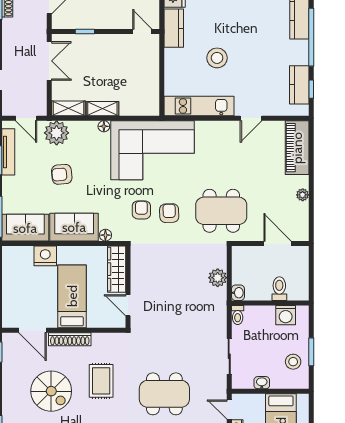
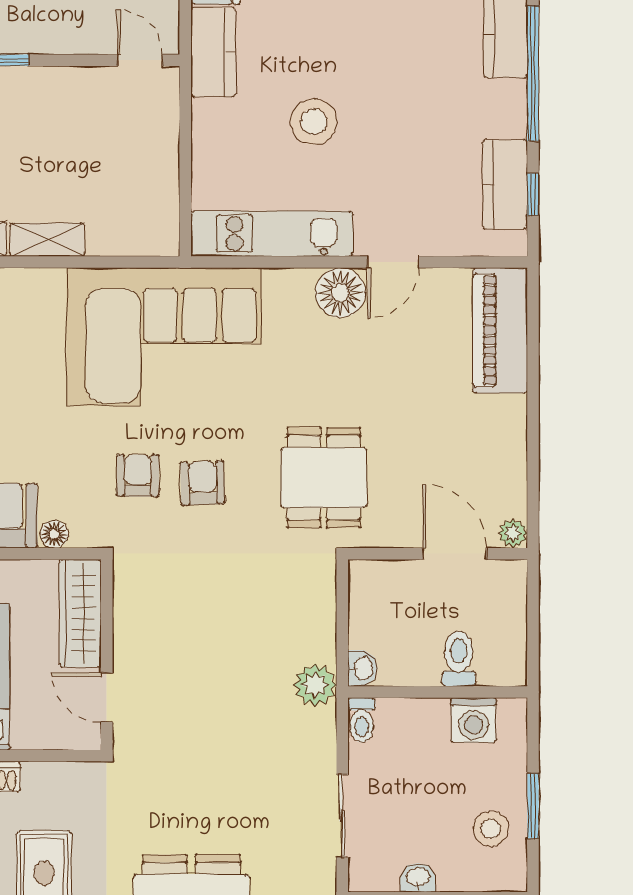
floor lamp: (104, 126) -> (340, 293), moved, width x1.89, depth x1.89
plant: (303, 195) -> (513, 533), moved
dining table: (221, 211) -> (324, 478), width x0.73
plant: (218, 278) -> (315, 685), moved

